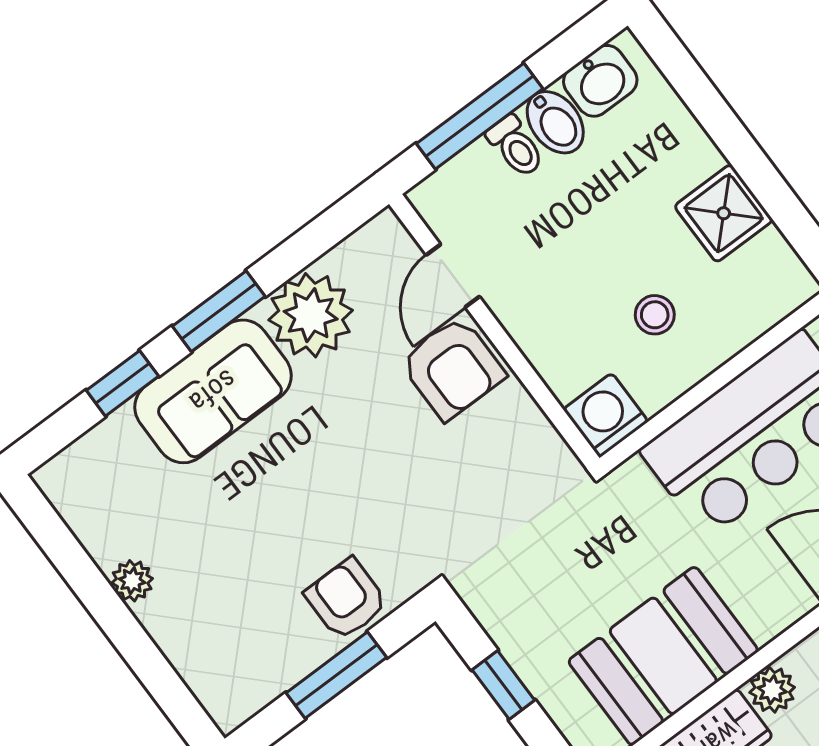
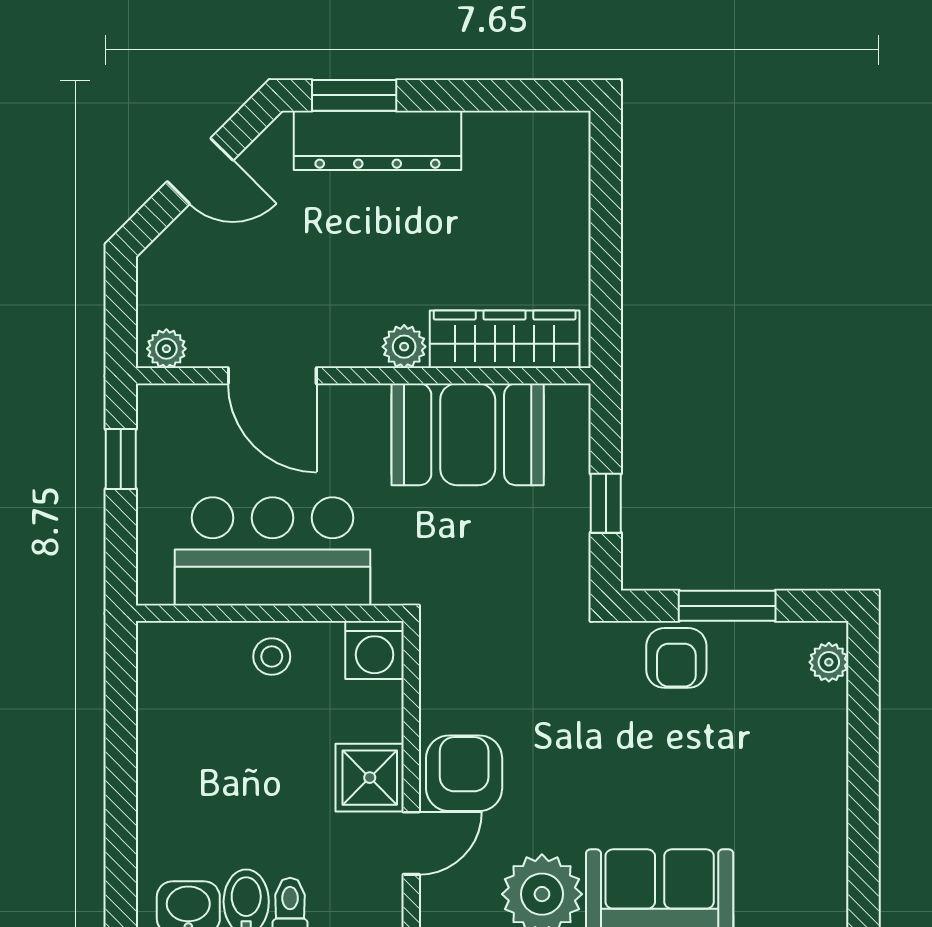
shower: (724, 213) -> (370, 778), moved
stool: (655, 315) -> (272, 657), moved
plant: (132, 581) -> (829, 662), moved

